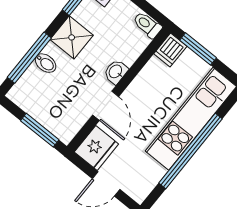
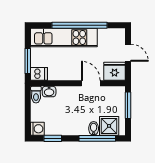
shower: (72, 37) -> (109, 126), moved
washbasin: (116, 72) -> (49, 92), moved
door: (106, 106) -> (91, 83), hinge flipped

